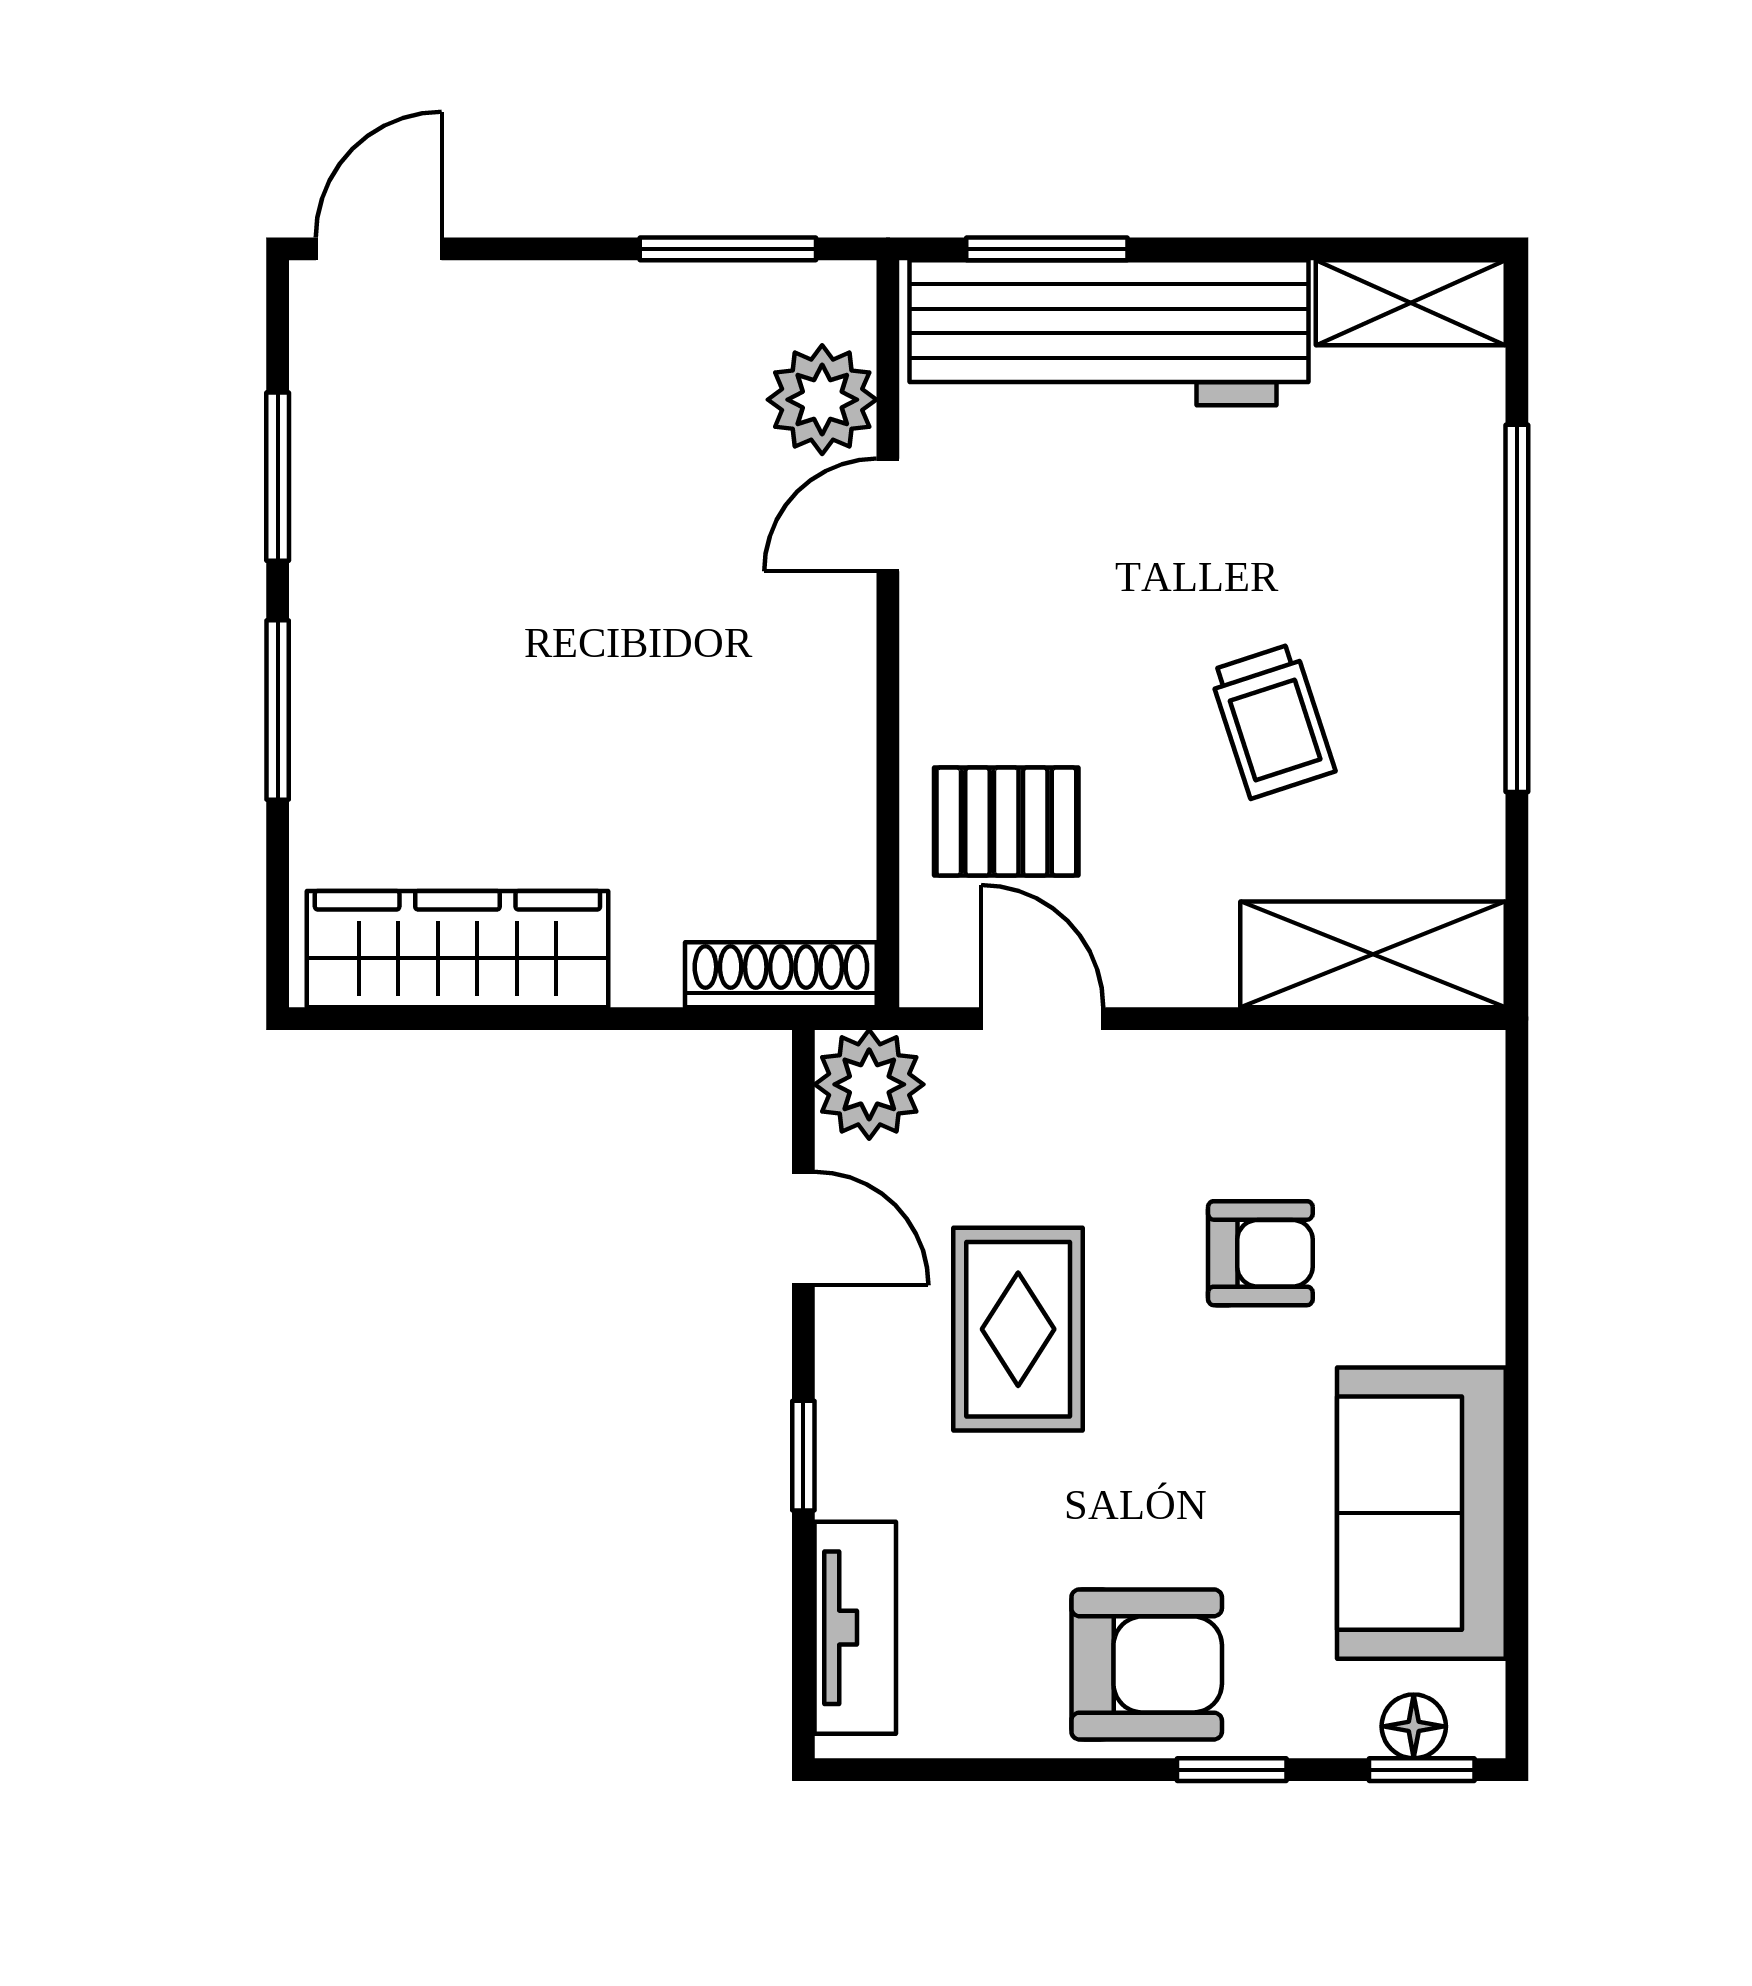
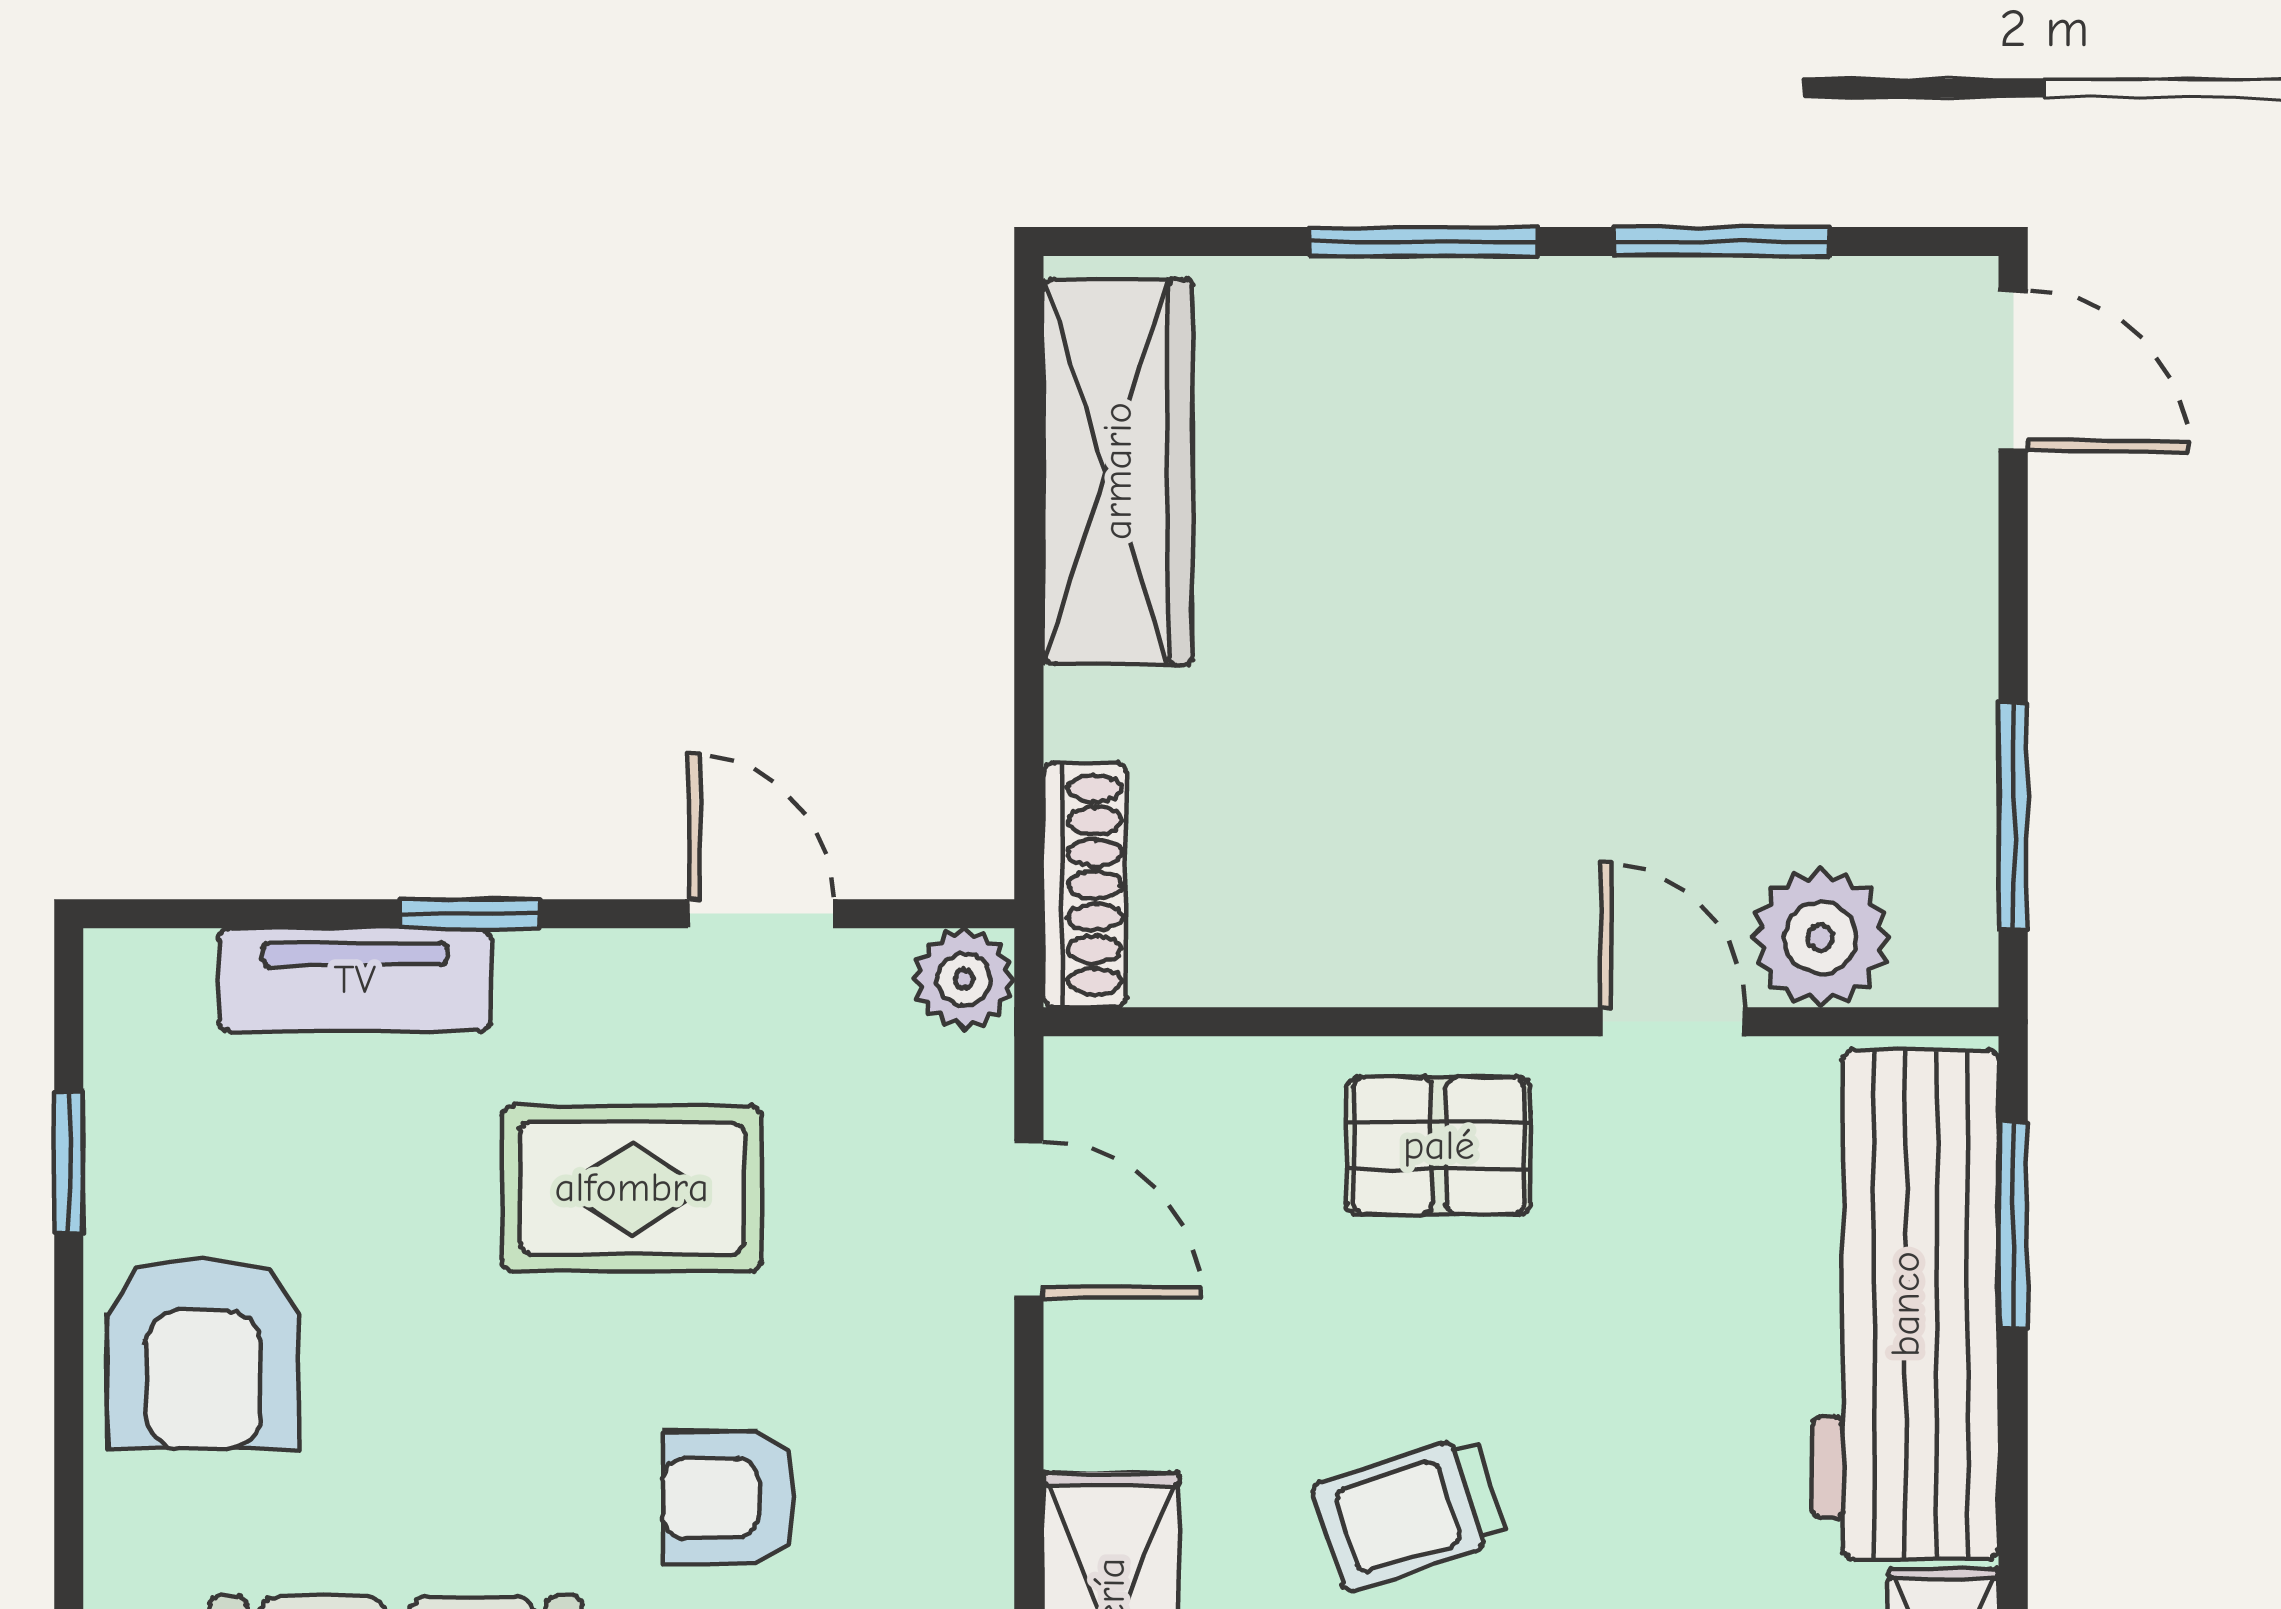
pallet: (1006, 822) -> (1439, 1146), moved, turned 90
door: (1042, 1019) -> (1029, 1219), hinge flipped
plant: (869, 1084) -> (964, 979), width x0.73, depth x0.73
door: (803, 1229) -> (760, 914), swing flipped
armchair: (1260, 1253) -> (729, 1498), turned 90
tv unit: (855, 1628) -> (355, 980), moved
window: (1232, 1770) -> (69, 1163), moved

